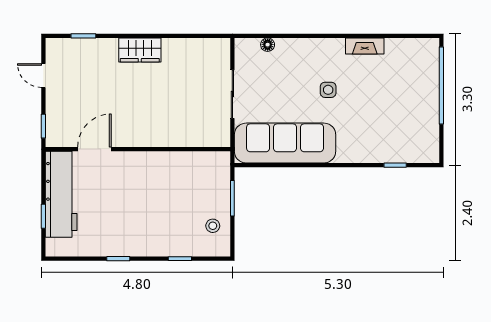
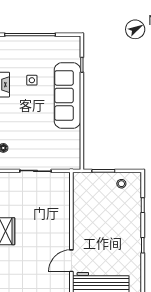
side table: (328, 90) -> (32, 80), moved
sofa: (285, 143) -> (67, 95), moved
door: (94, 149) -> (71, 261), hinge flipped

